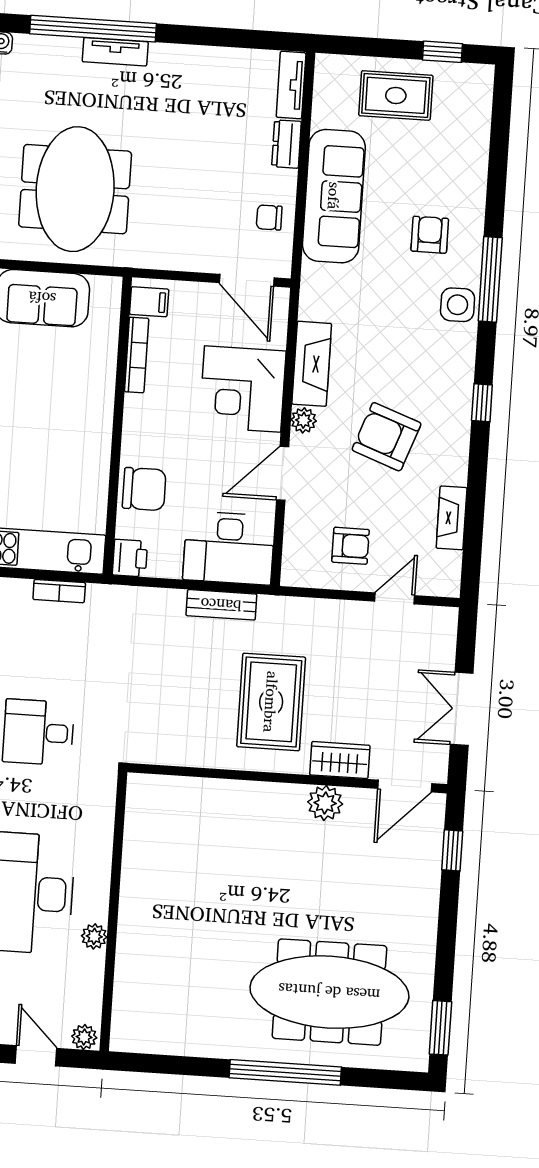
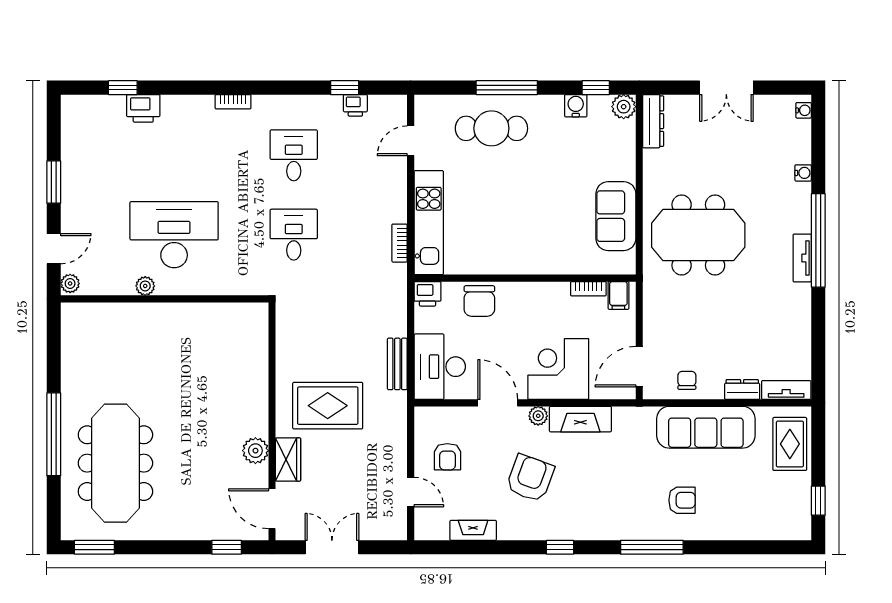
rug: (396, 95) -> (790, 444), moved
side table: (458, 305) -> (631, 524), removed
bookcase: (137, 355) -> (588, 289), width x0.64

